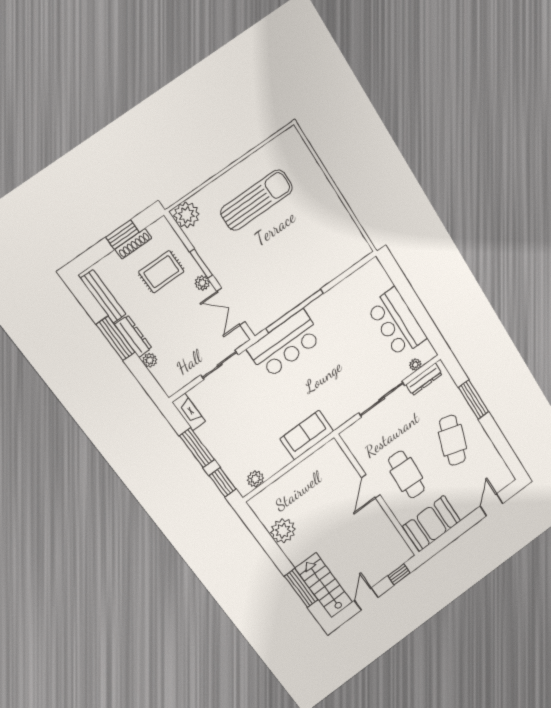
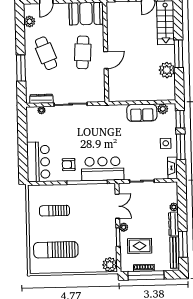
sun lounger: (257, 200) -> (56, 250), moved
window: (123, 235) -> (146, 275), width x2.11
sun lounger: (315, 240) -> (54, 211), added
armchair: (335, 318) -> (69, 165), added
bar counter: (397, 323) -> (38, 162), moved
window: (116, 338) -> (183, 244), moved
sofa: (307, 435) -> (142, 113), moved
side table: (221, 438) -> (166, 143), added
cafe table: (453, 440) -> (46, 53), turned -39
plant: (496, 464) -> (30, 21), added
window: (301, 588) -> (179, 54), moved

